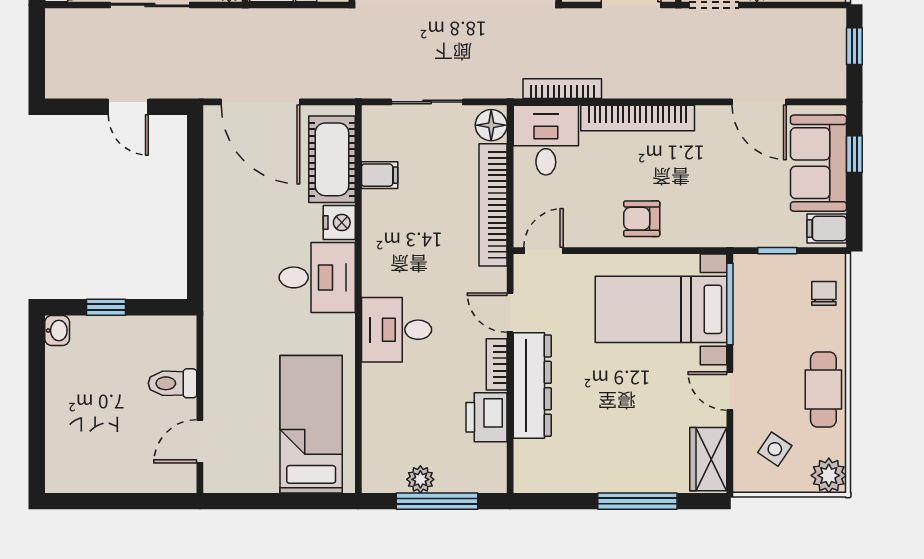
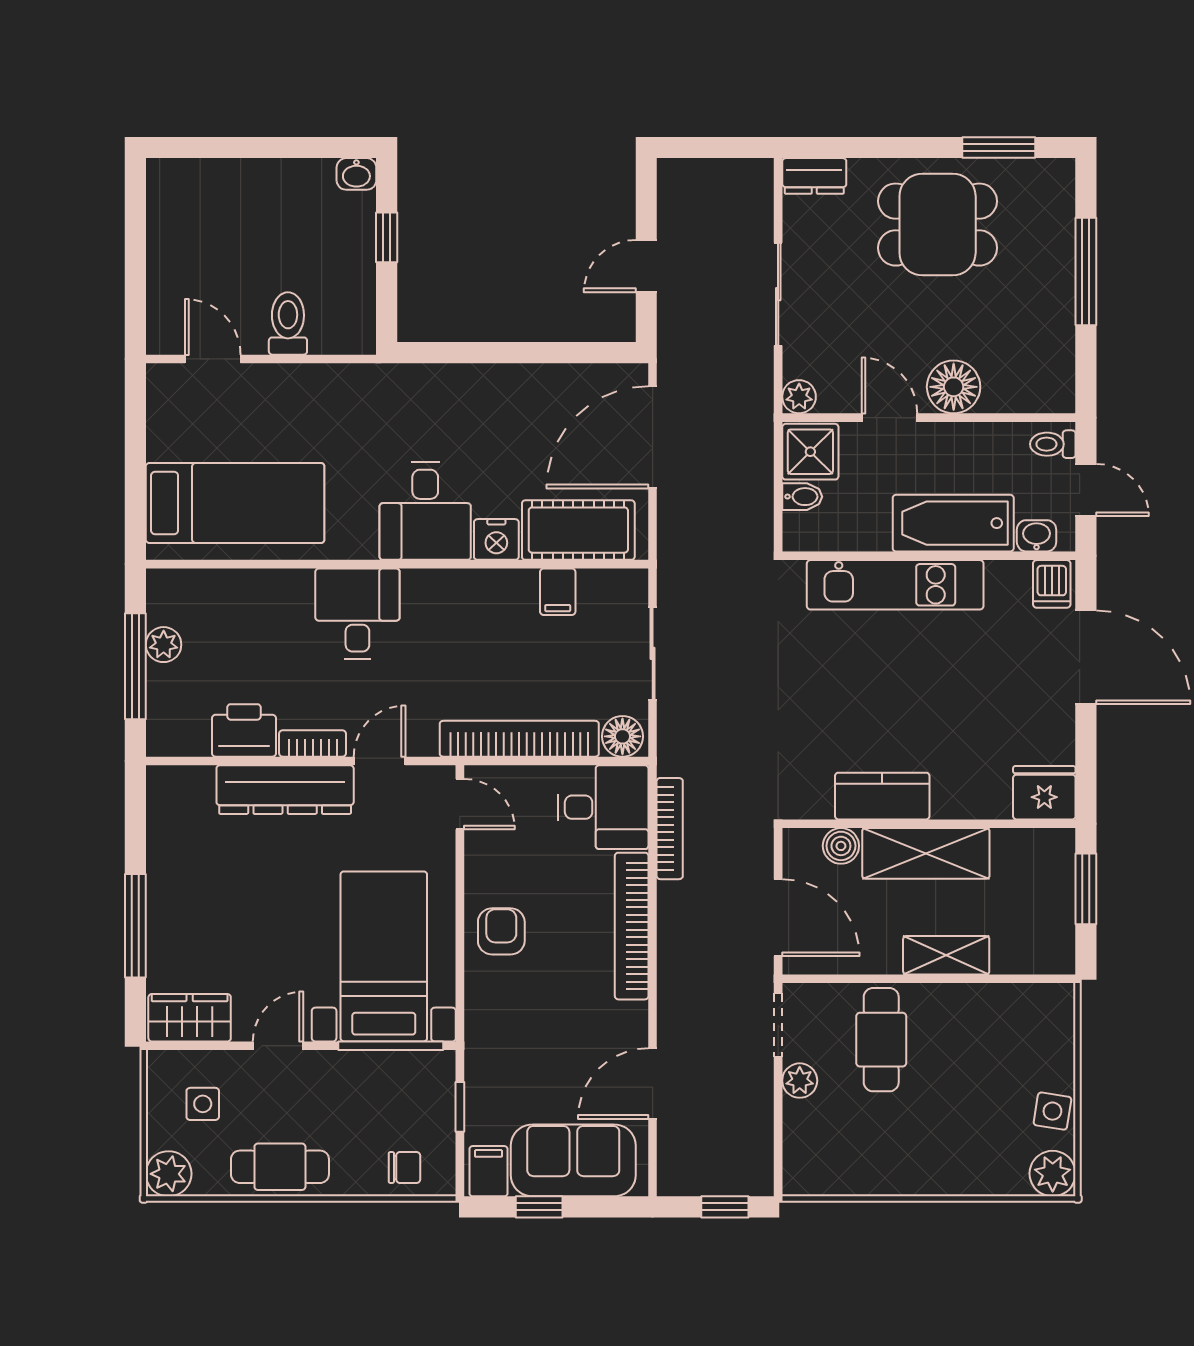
window: (854, 154) -> (539, 1207), moved
side table: (775, 449) -> (203, 1104), turned -34

